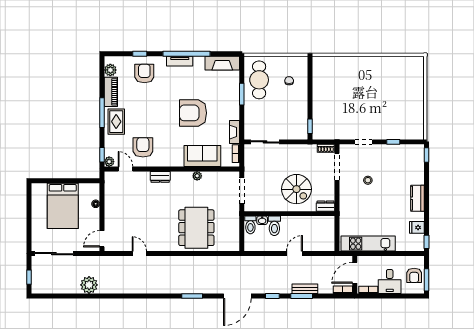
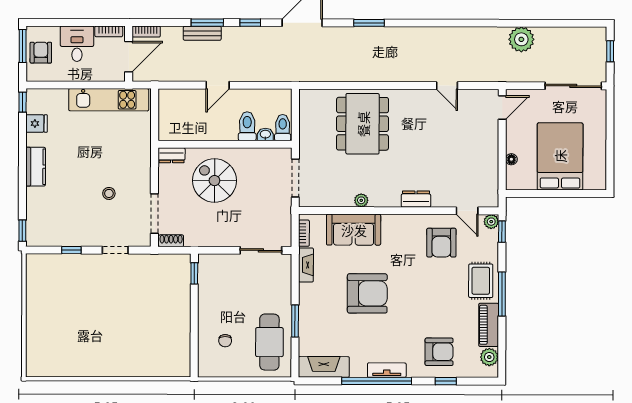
armchair: (144, 73) -> (439, 352), turned -90

